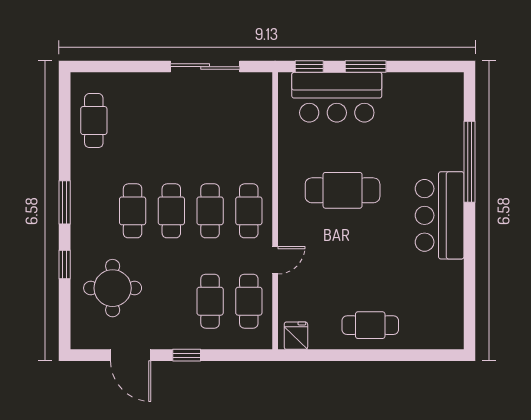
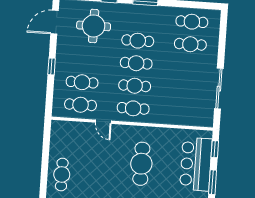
cafe table: (133, 121) -> (190, 44), added
fridge: (296, 336) -> (59, 131), removed
door: (131, 355) -> (55, 22), moved

